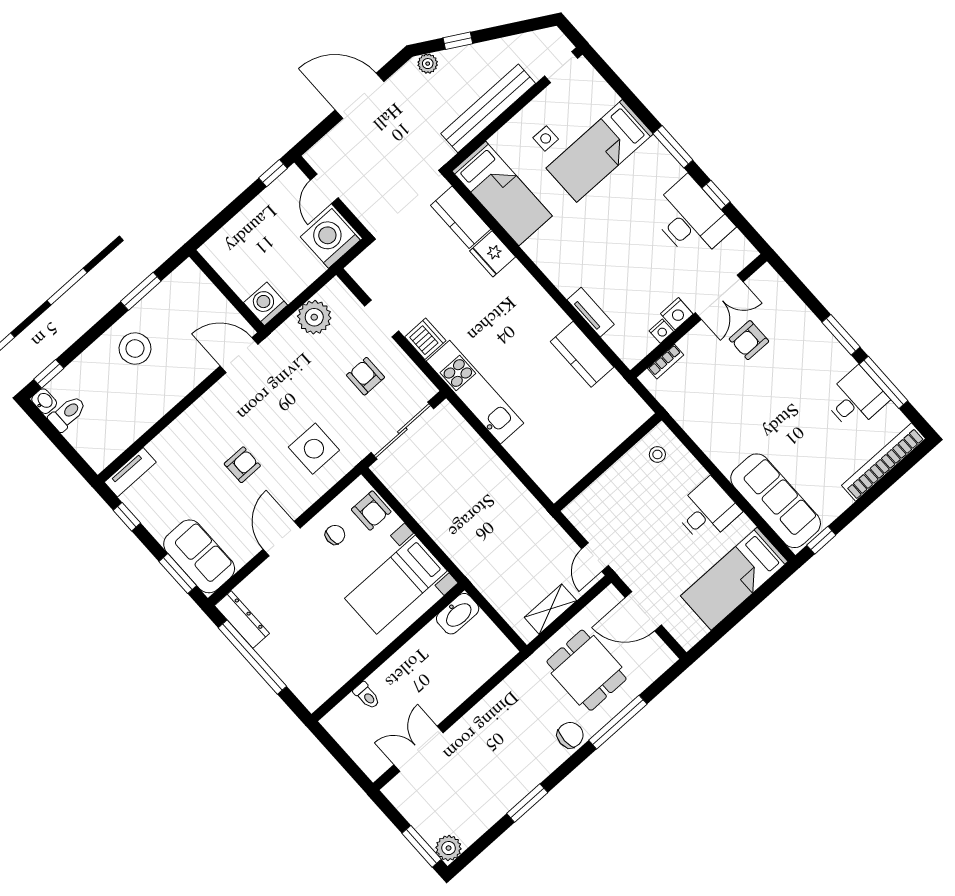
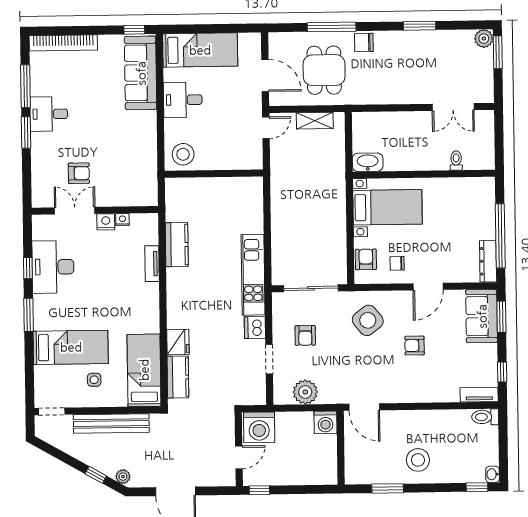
bookcase: (666, 362) -> (135, 201), removed
desk: (856, 399) -> (49, 114), moved
toilet: (67, 413) -> (485, 417), moved
side table: (314, 449) -> (368, 320), turned -38
stool: (657, 454) -> (183, 154), width x1.89, depth x1.89

